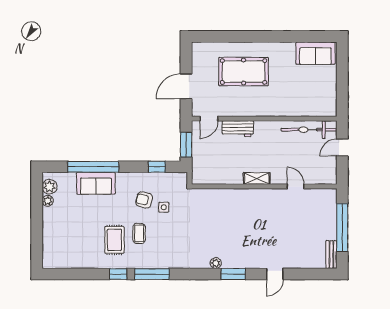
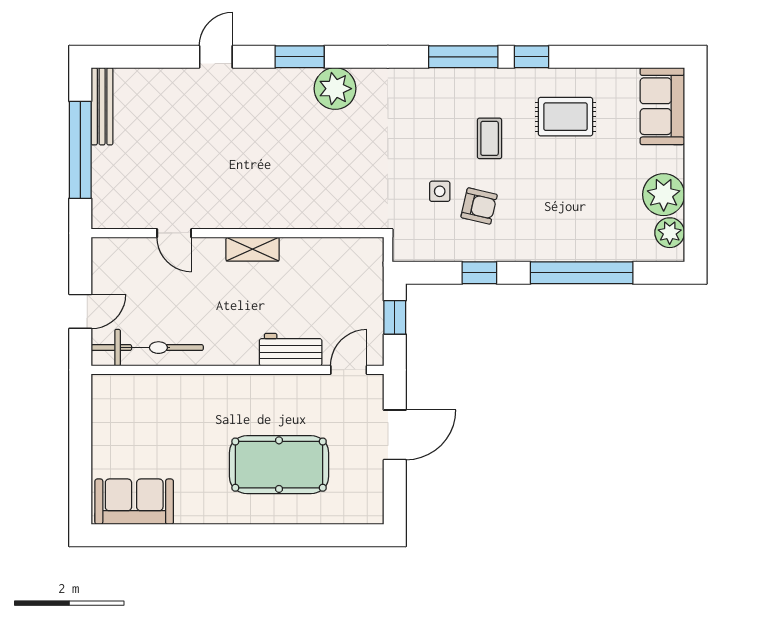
window: (186, 145) -> (395, 317), width x0.67
window: (157, 167) -> (479, 273), moved
sofa: (96, 183) -> (662, 106), moved, turned -90
plant: (48, 201) -> (664, 195), width x1.87, depth x1.87
rug: (114, 240) -> (565, 117), moved, turned 90
bench: (331, 255) -> (102, 106), width x1.36
plant: (216, 263) -> (335, 89), width x1.88, depth x1.88

